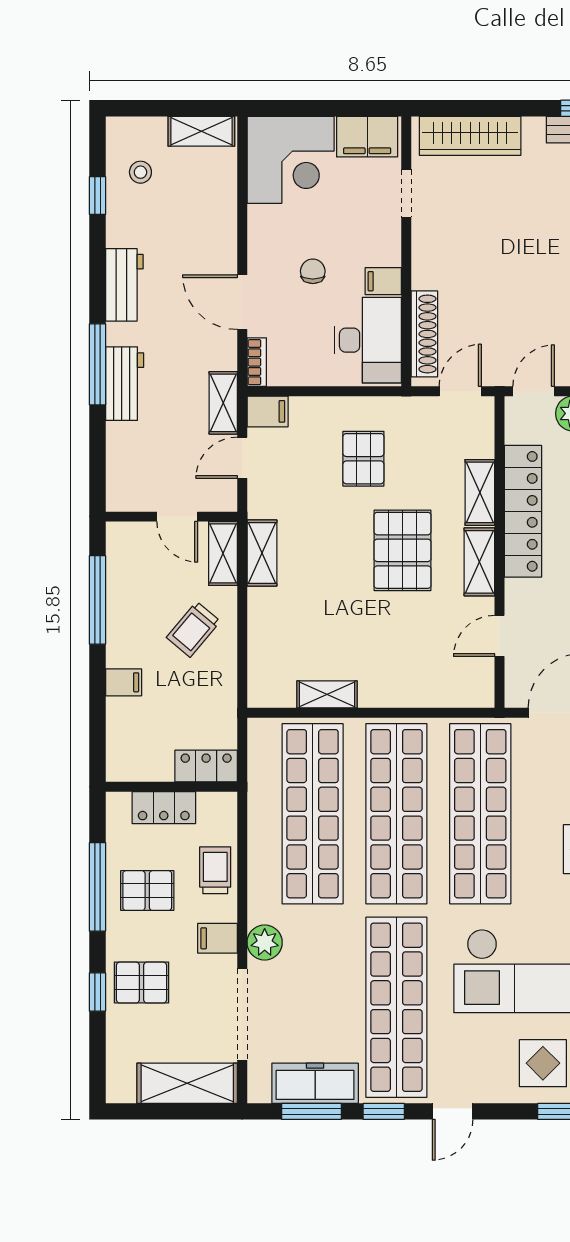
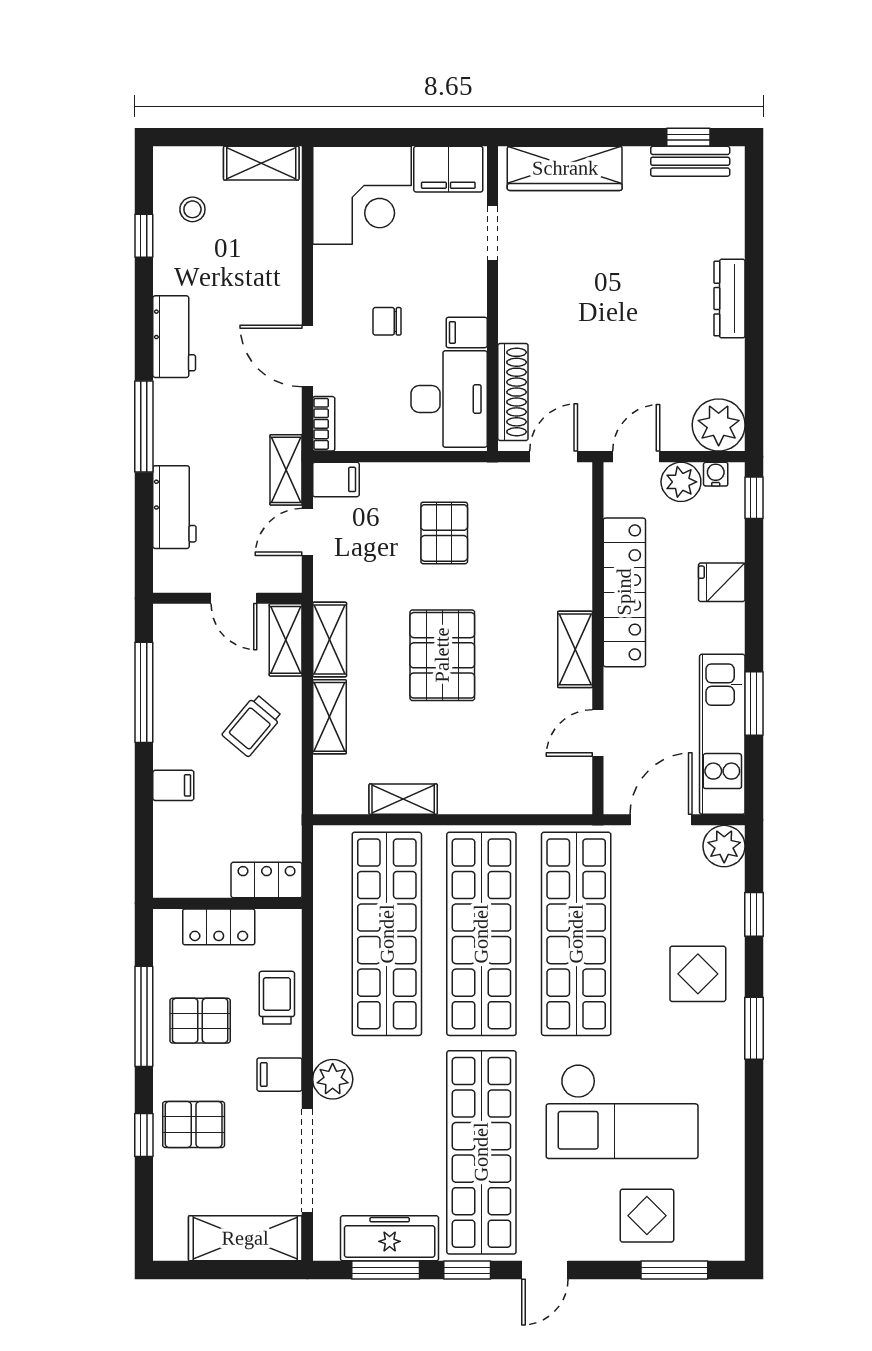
chair: (313, 271) -> (387, 321), turned -90
workbench: (125, 384) -> (174, 507), moved
shelving: (480, 492) -> (329, 717), moved
pallet: (402, 550) -> (442, 655), moved

